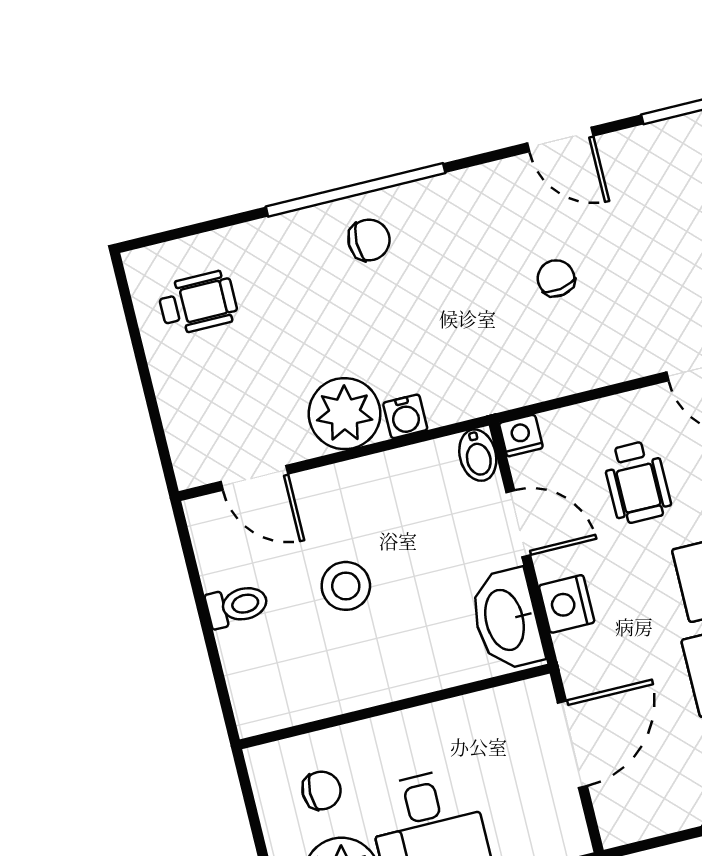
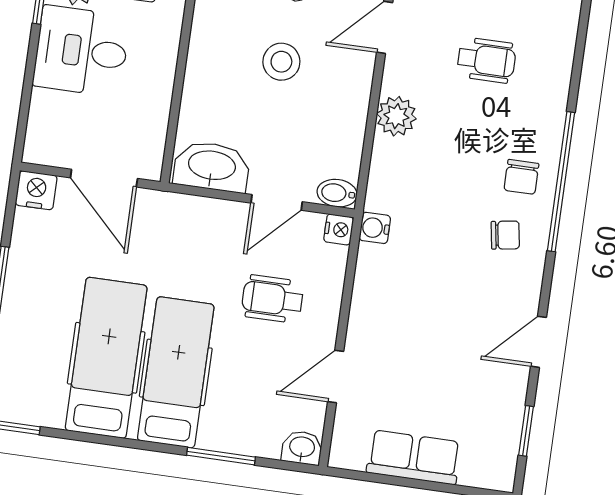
chair: (556, 278) -> (505, 235), moved
wheelchair: (198, 303) -> (487, 60), moved, turned -90
plant: (345, 414) -> (396, 116), width x0.73, depth x0.73
water cooler: (405, 416) -> (375, 228), moved
nightstand: (567, 604) -> (36, 190), moved

